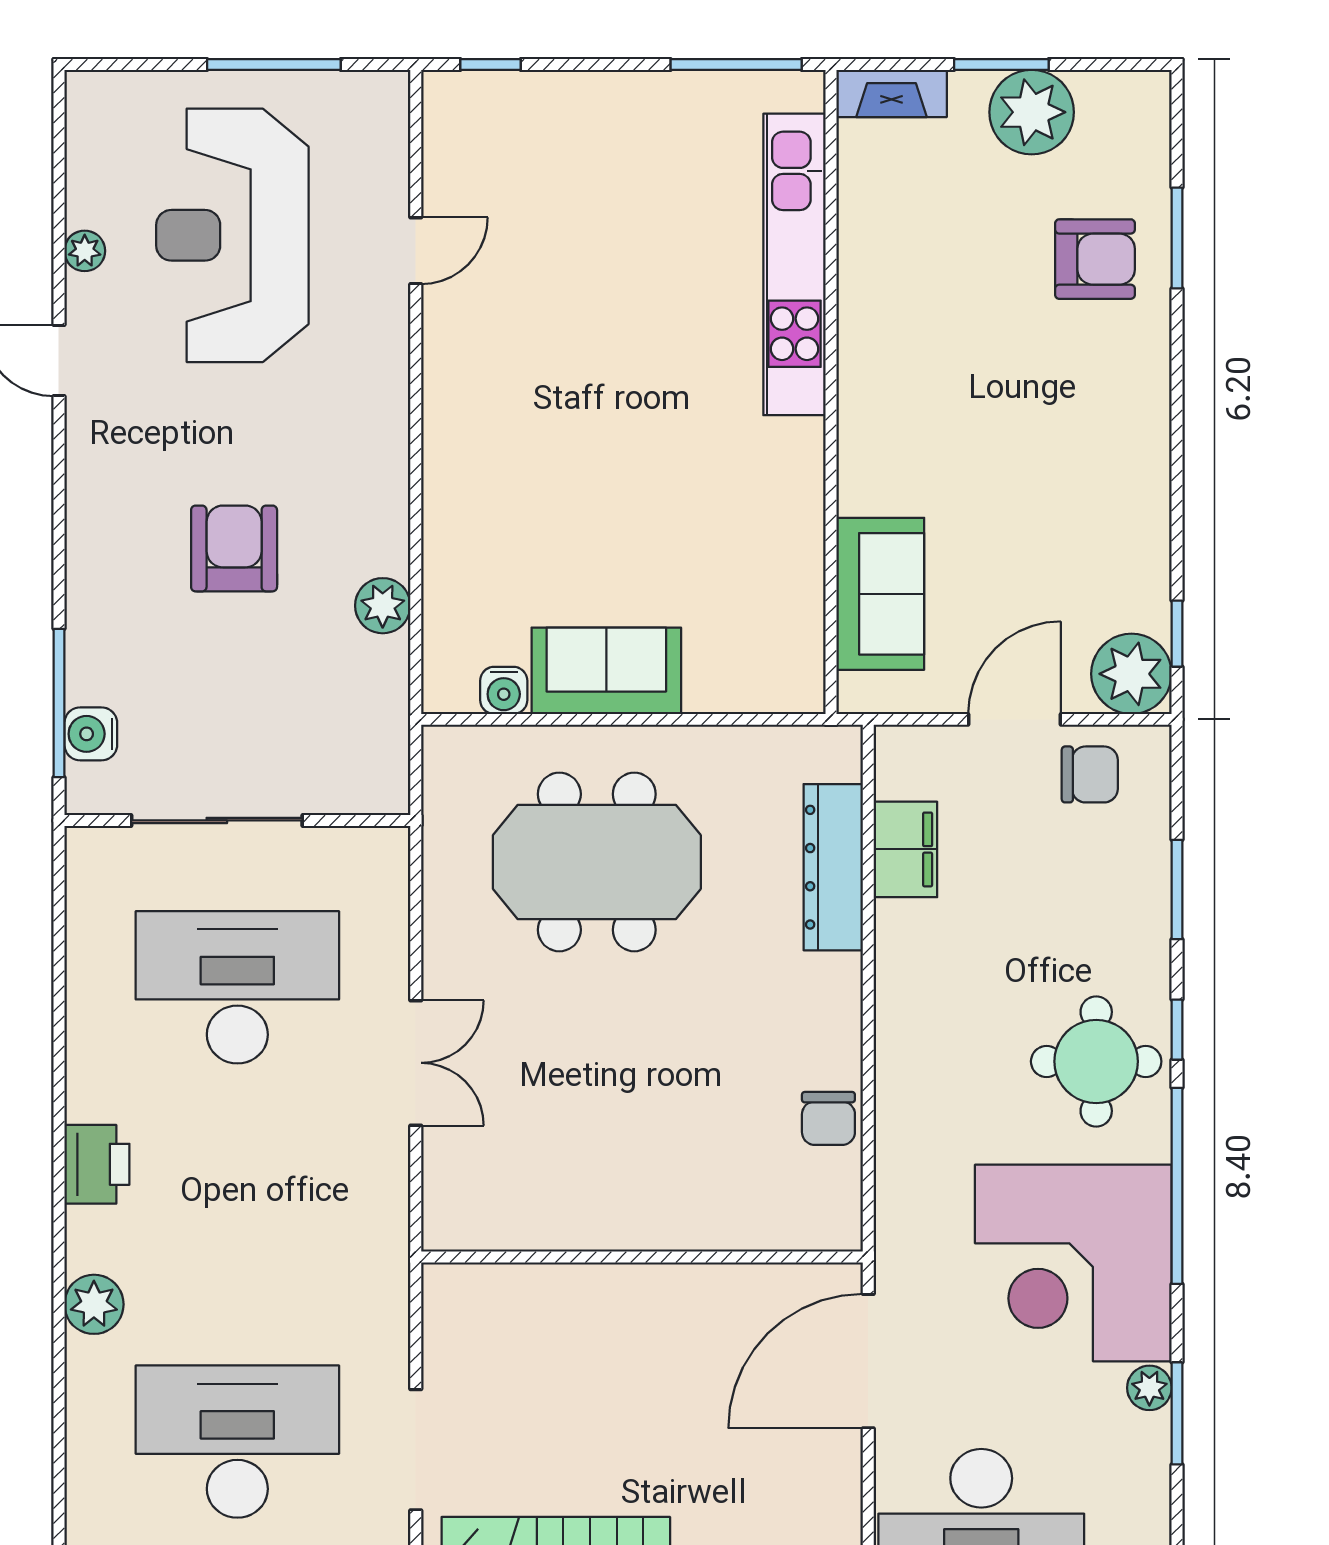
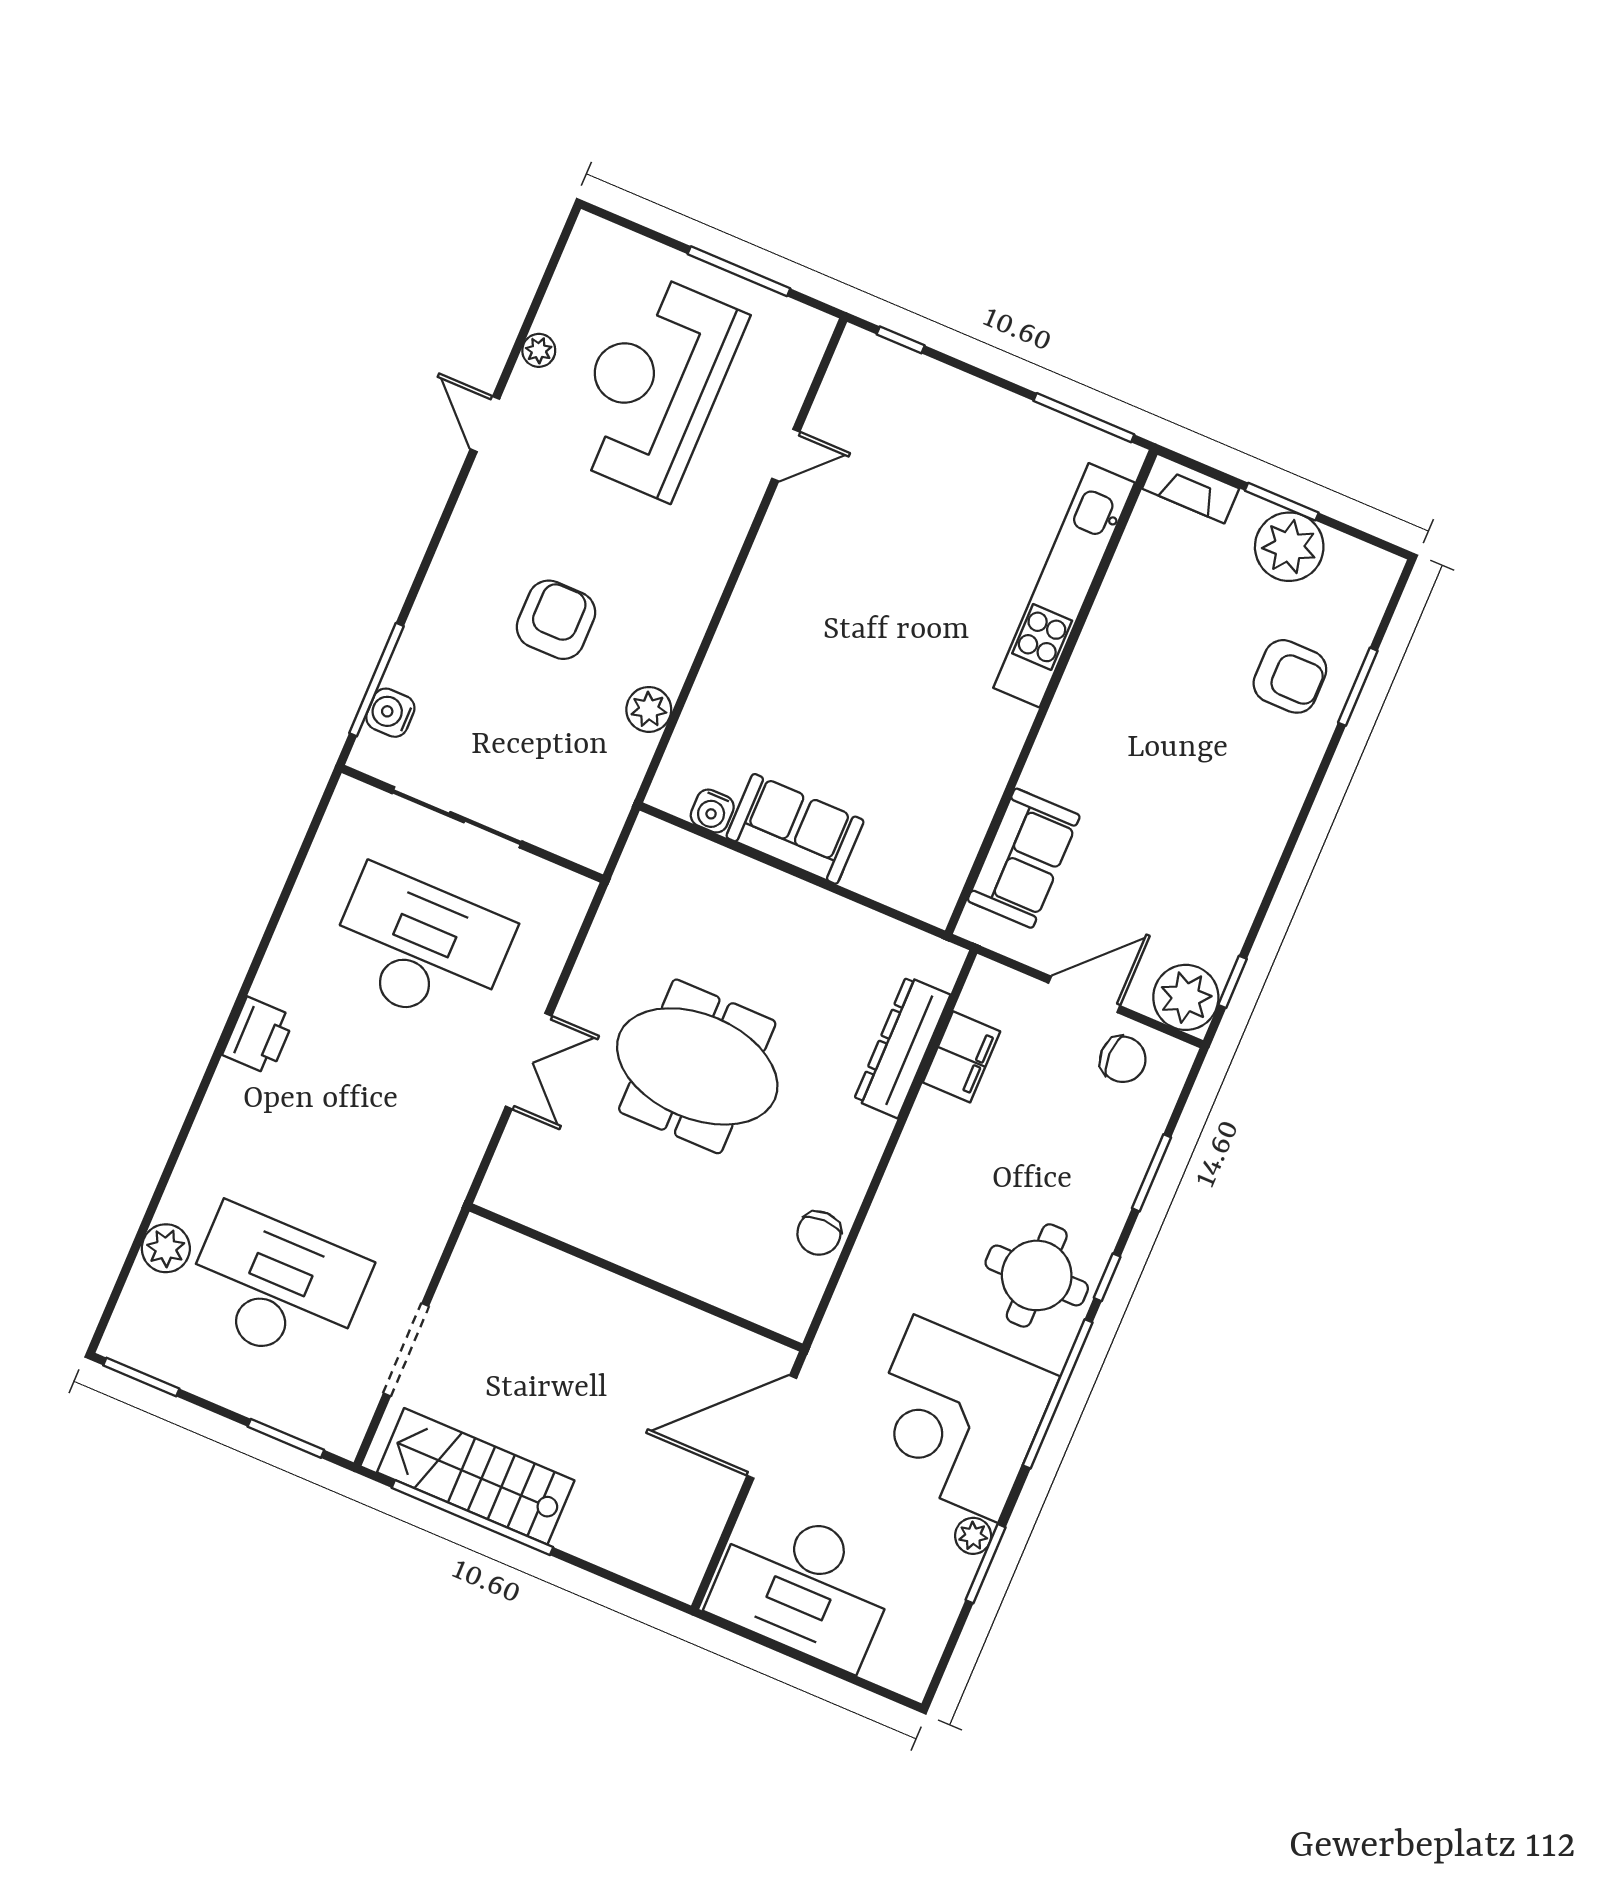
meeting table: (597, 862) -> (697, 1066), moved
plant: (94, 1304) -> (166, 1248), moved

